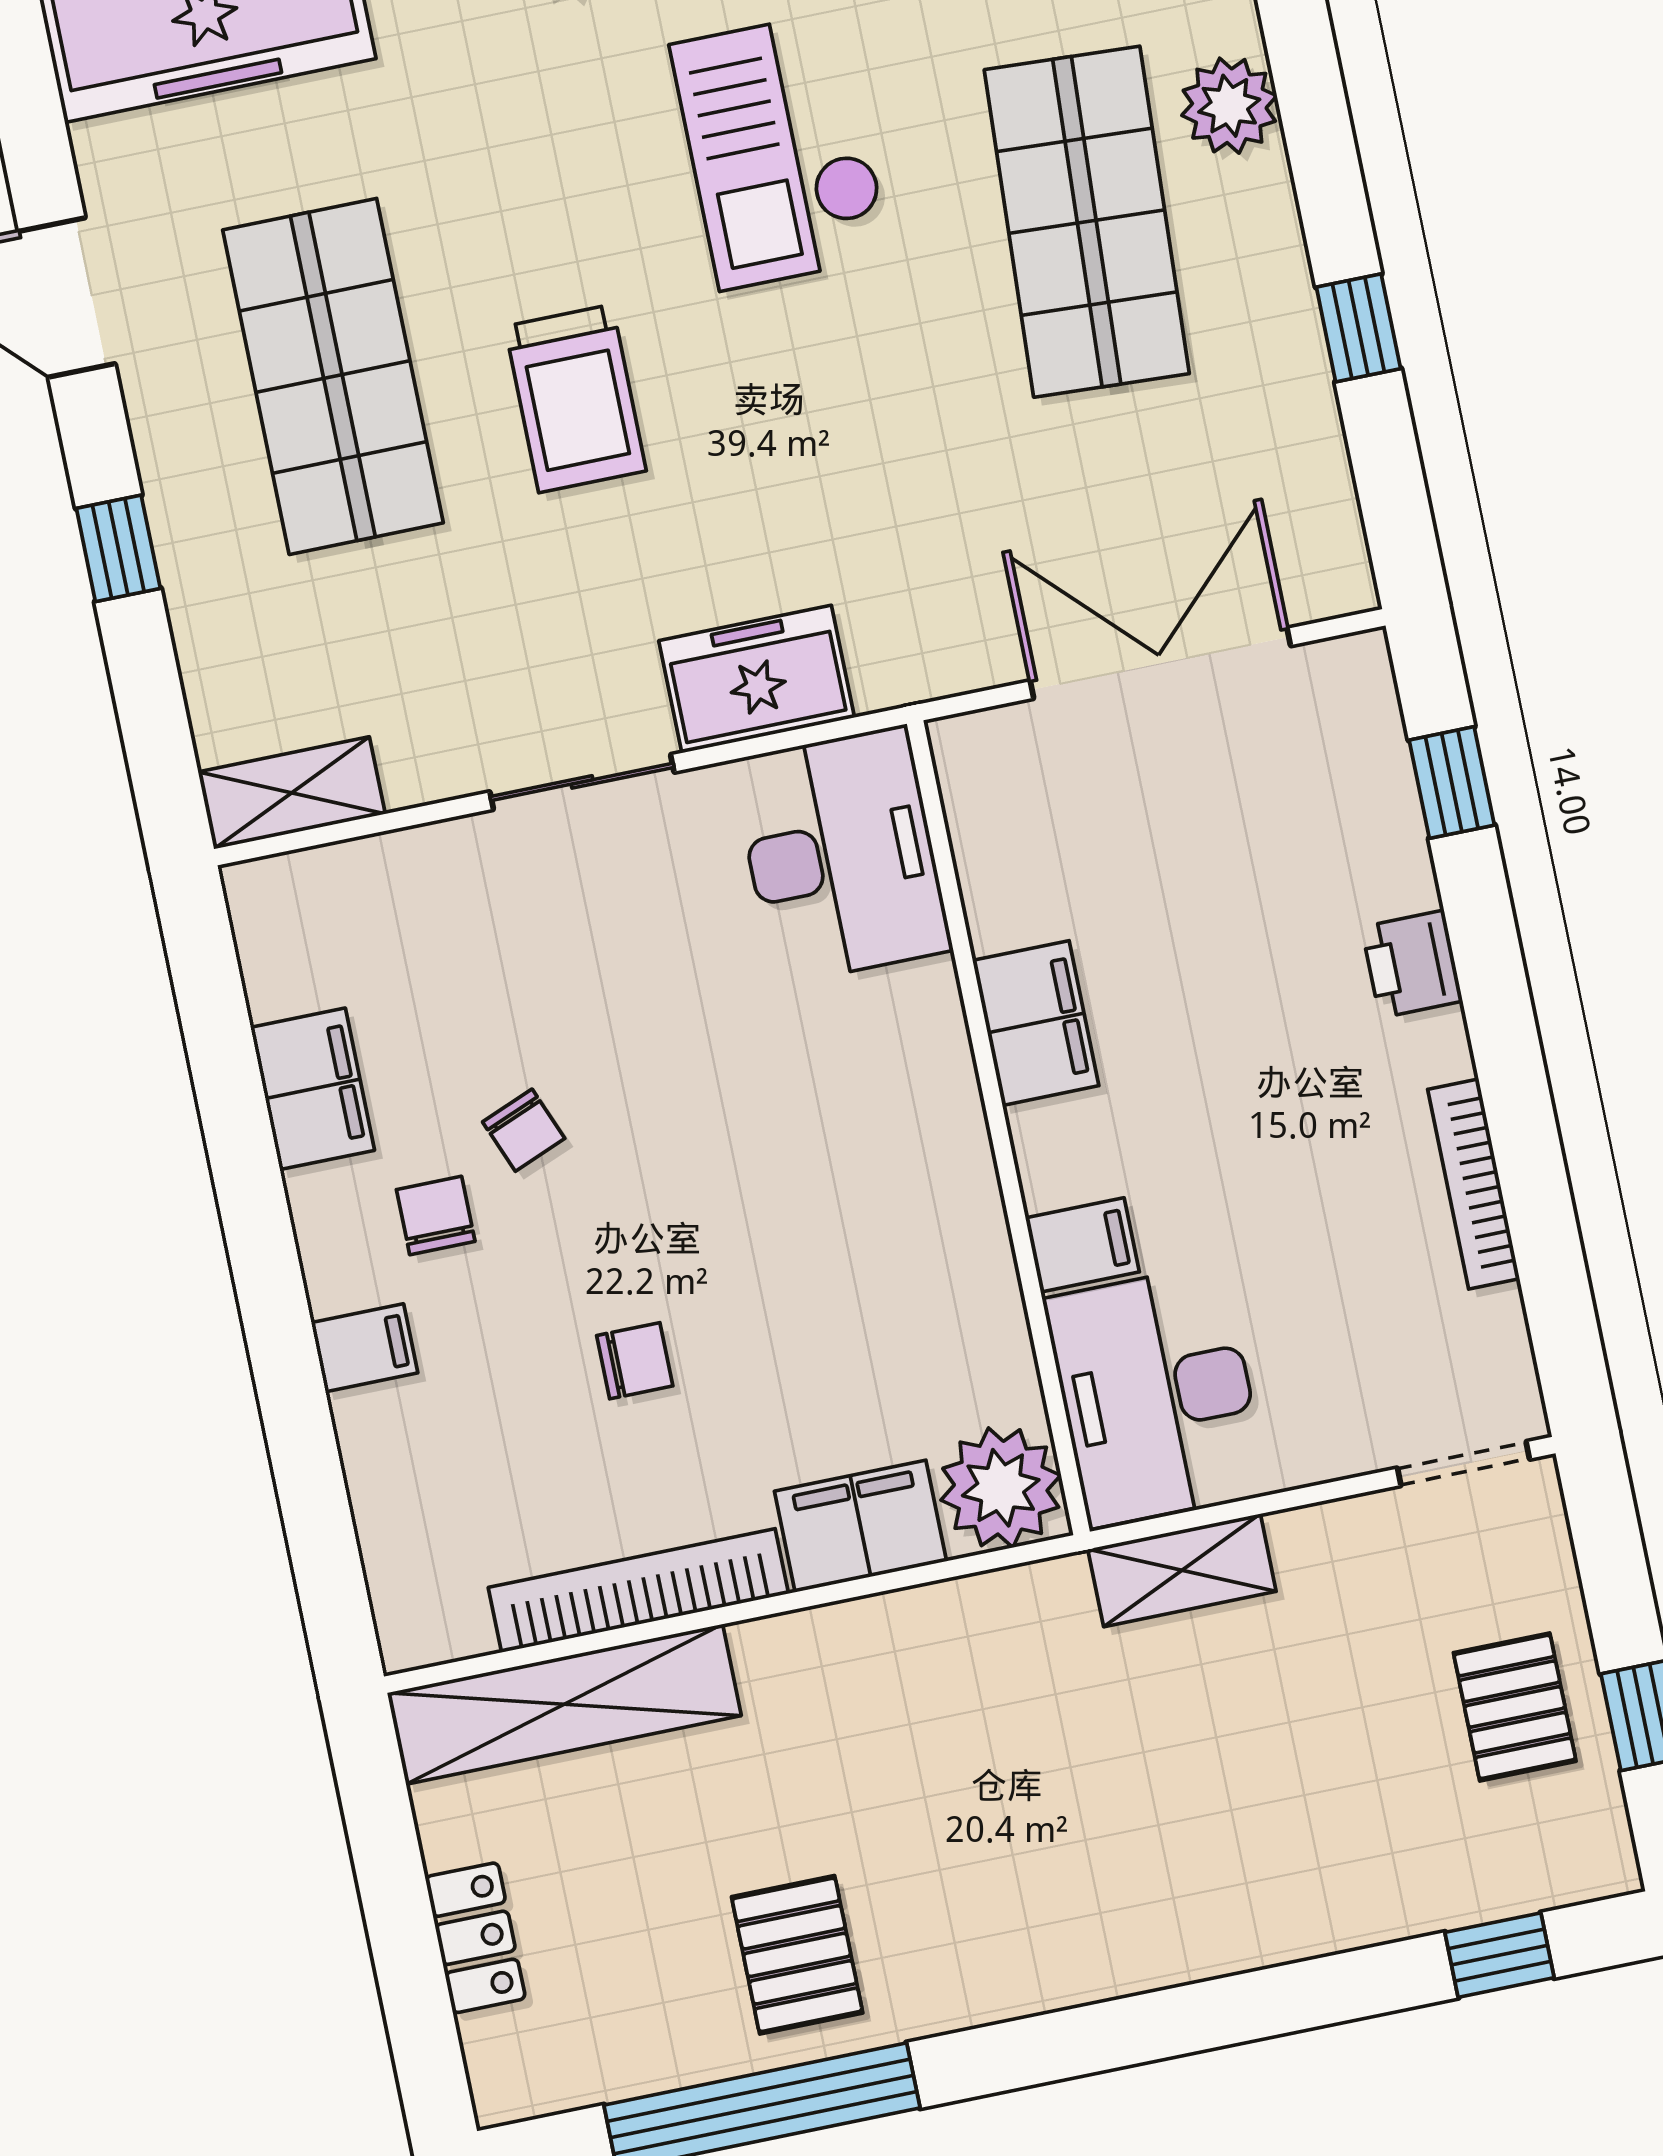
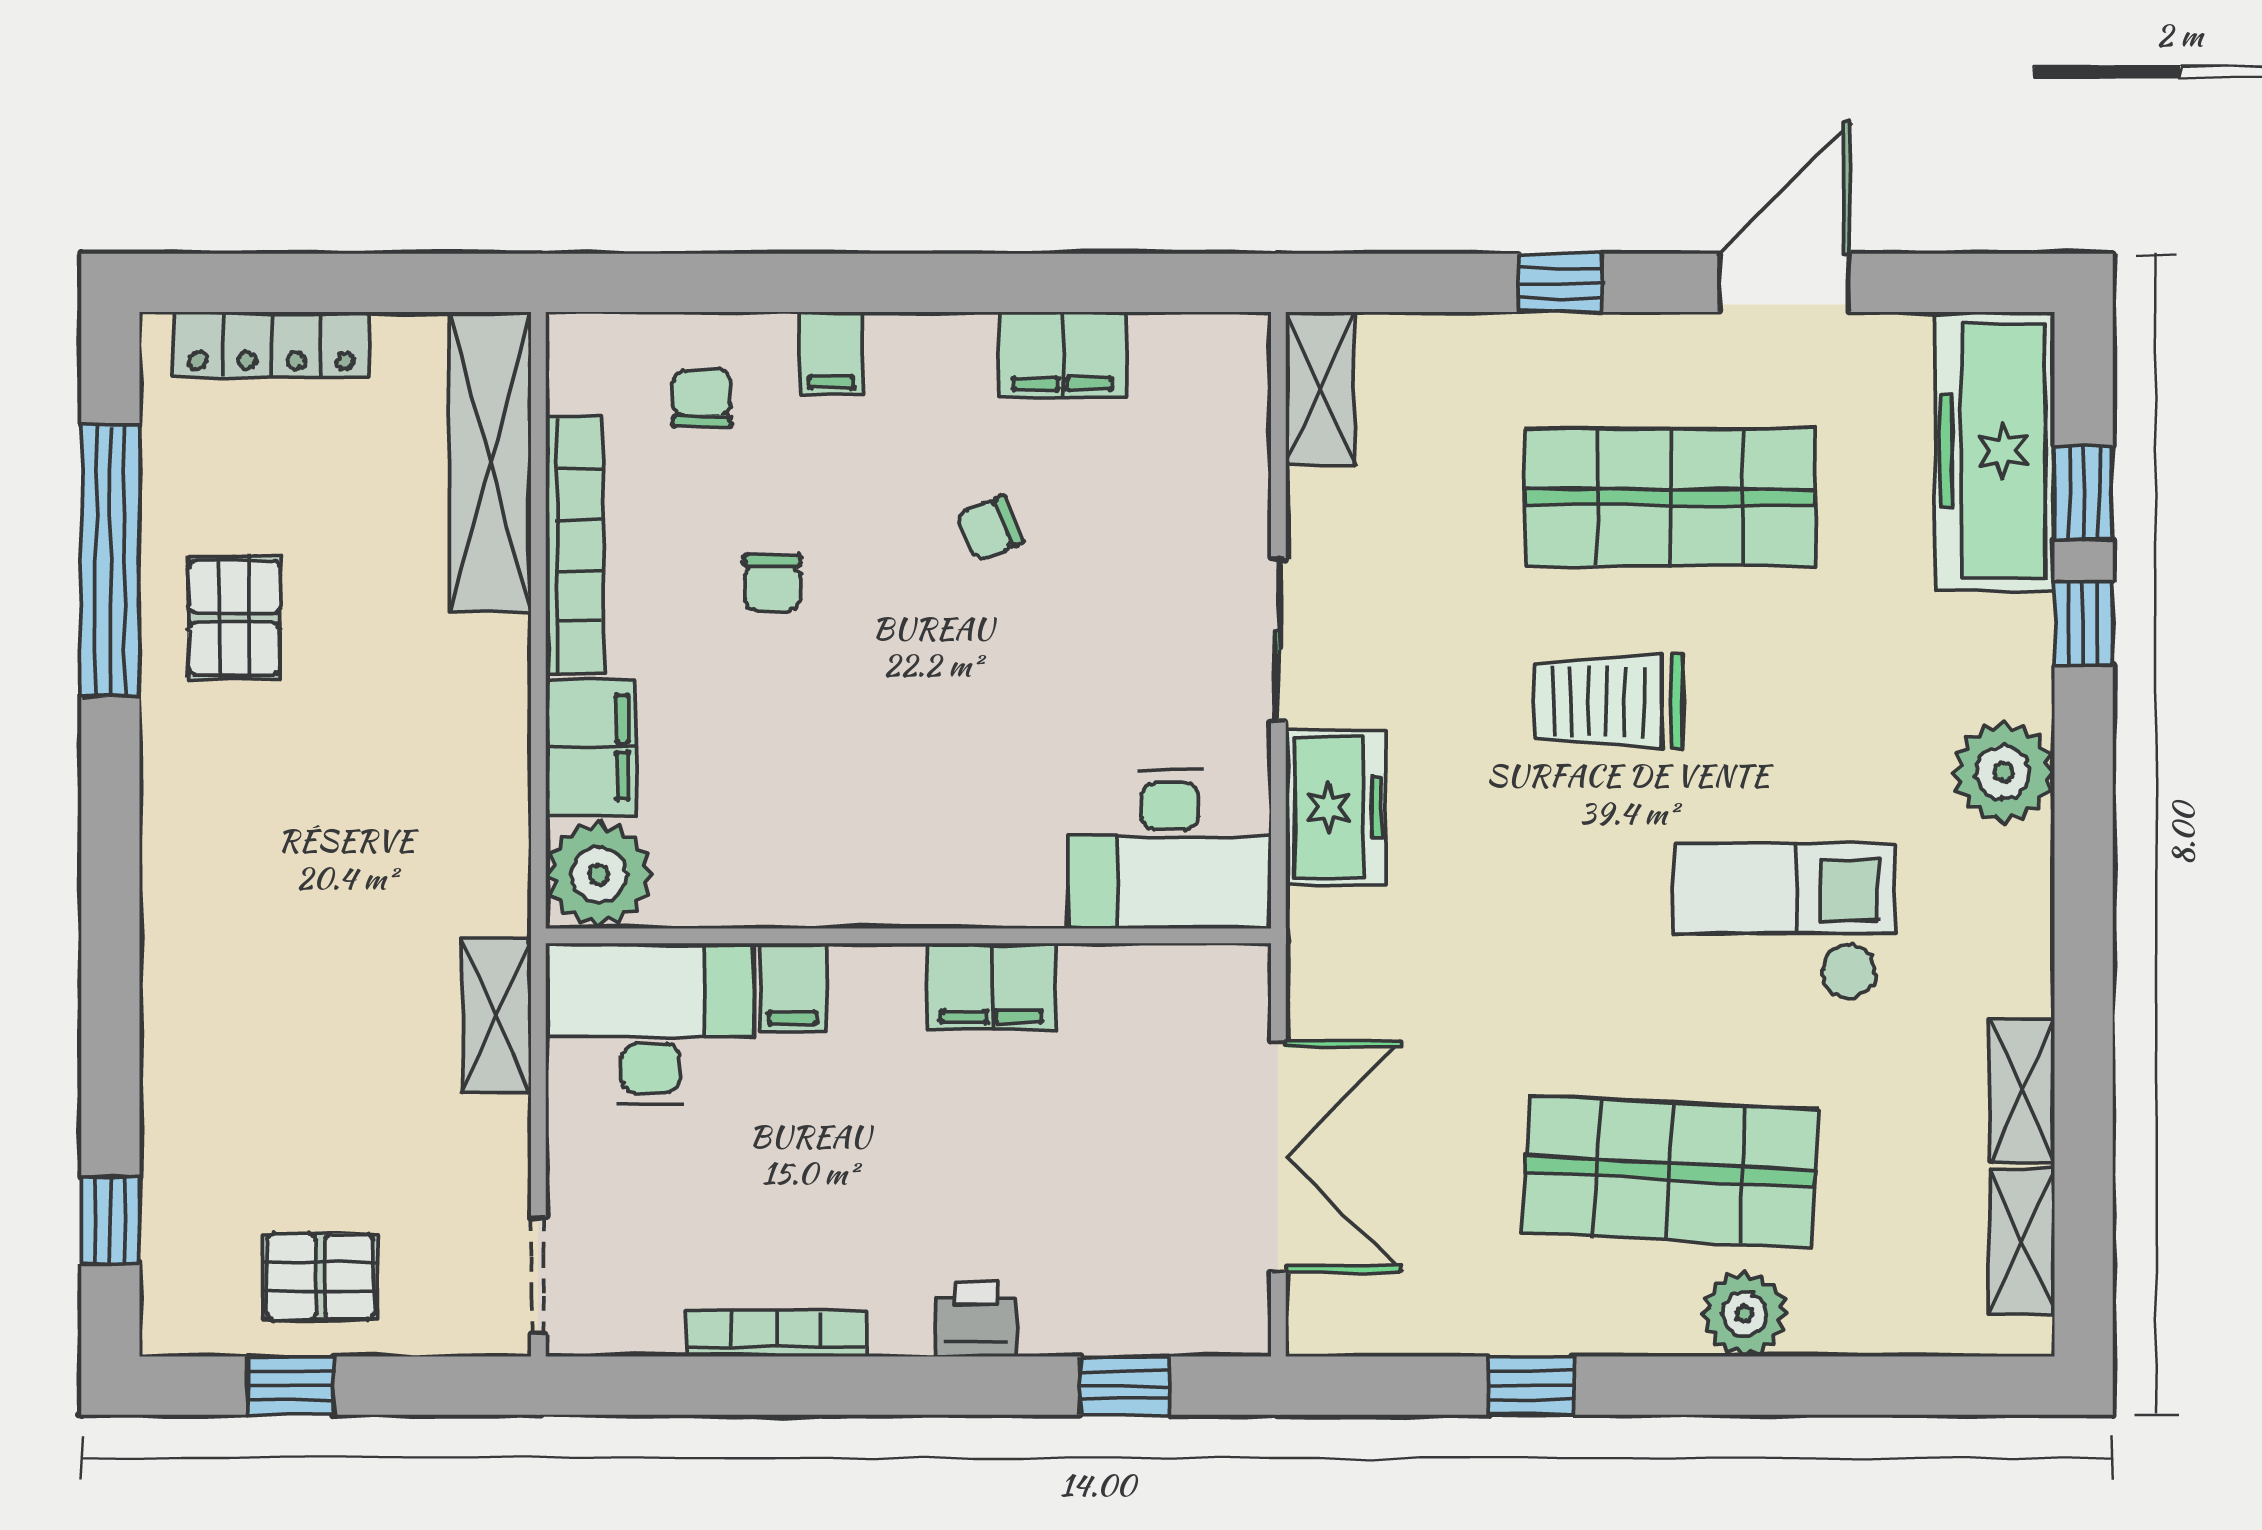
chair: (436, 1216) -> (702, 398), moved, turned -90
locker: (475, 1938) -> (272, 344), width x1.53
pallet: (797, 1955) -> (234, 618), turned 90

